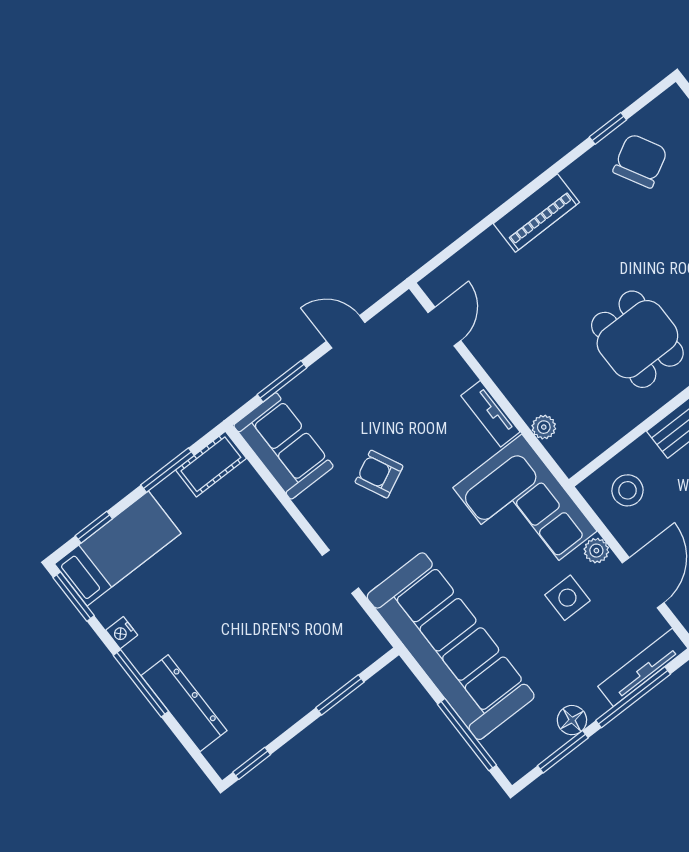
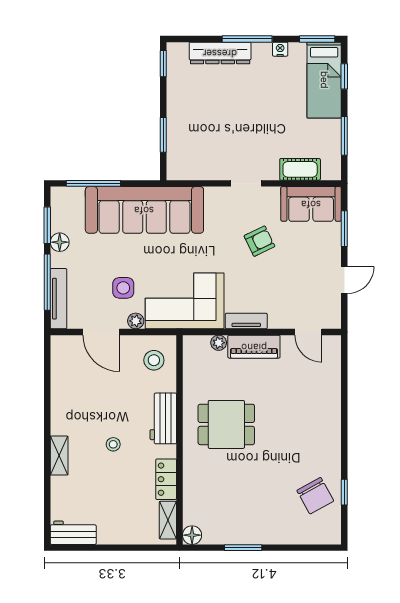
piano: (536, 213) -> (254, 347), moved, turned -90
cot: (211, 464) -> (300, 169), moved, turned 90
doorway: (340, 572) -> (246, 183), moved

